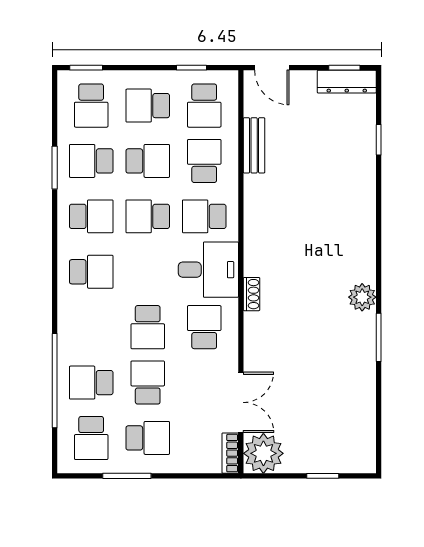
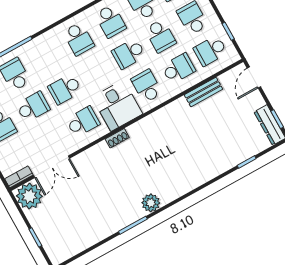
school desk: (148, 216) -> (129, 54), turned -90

